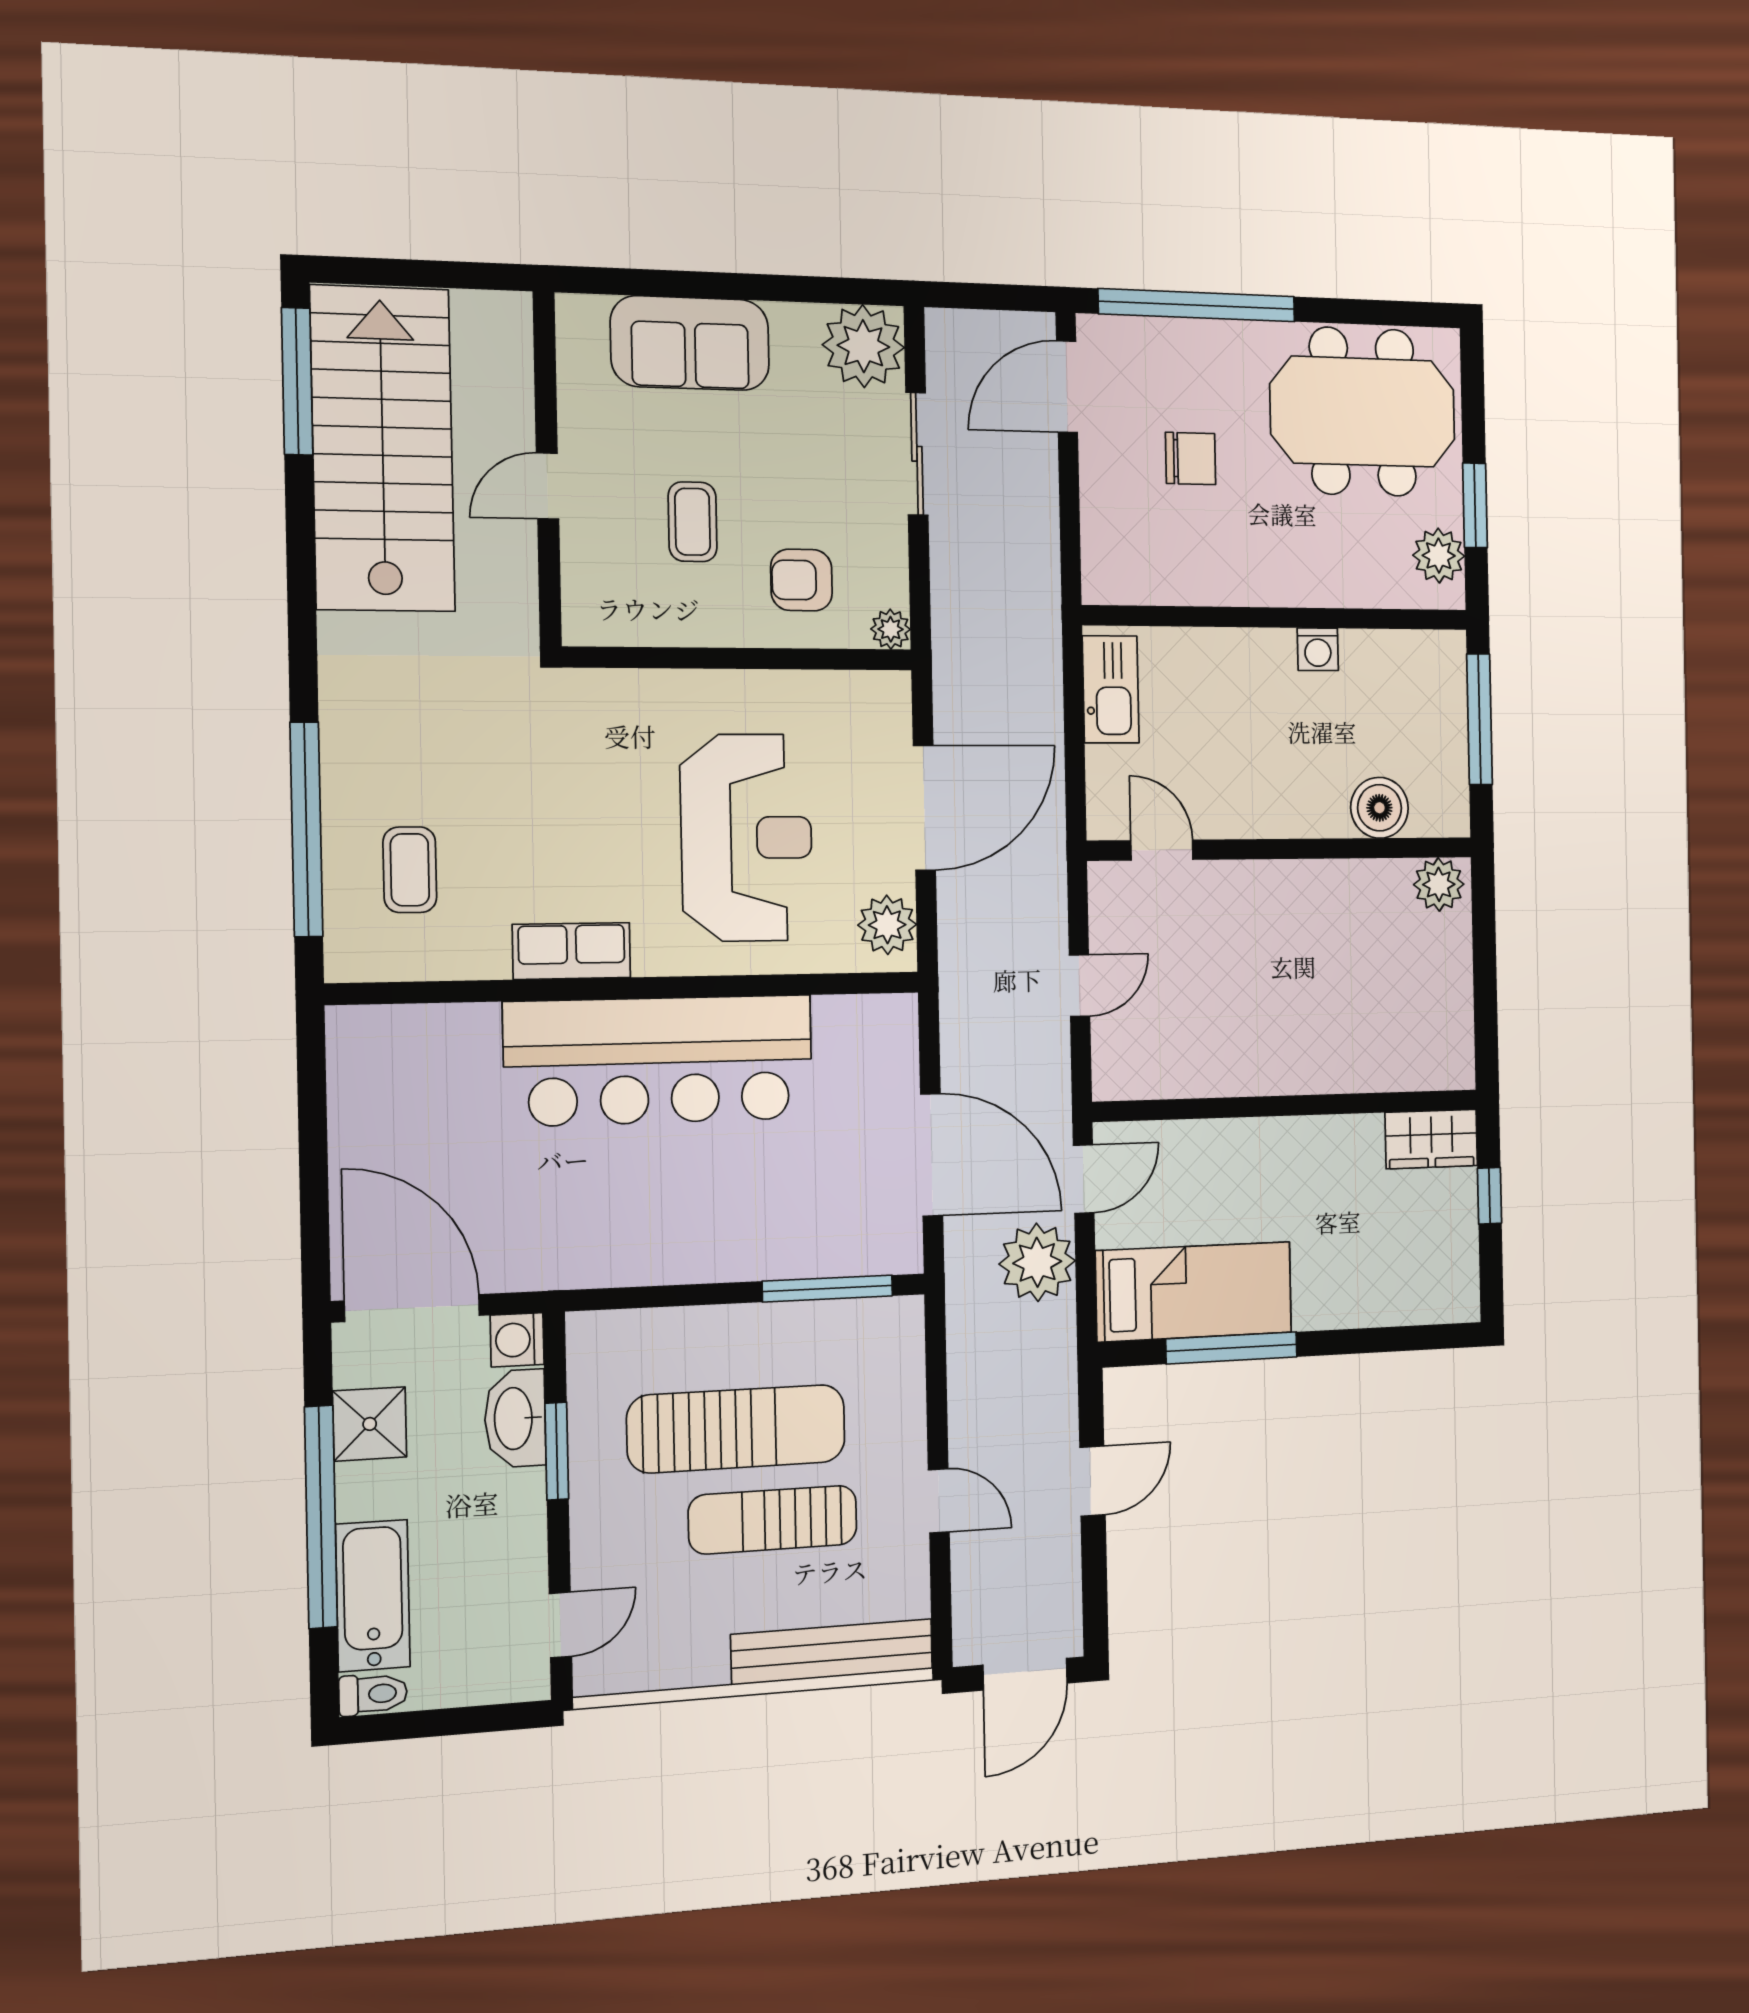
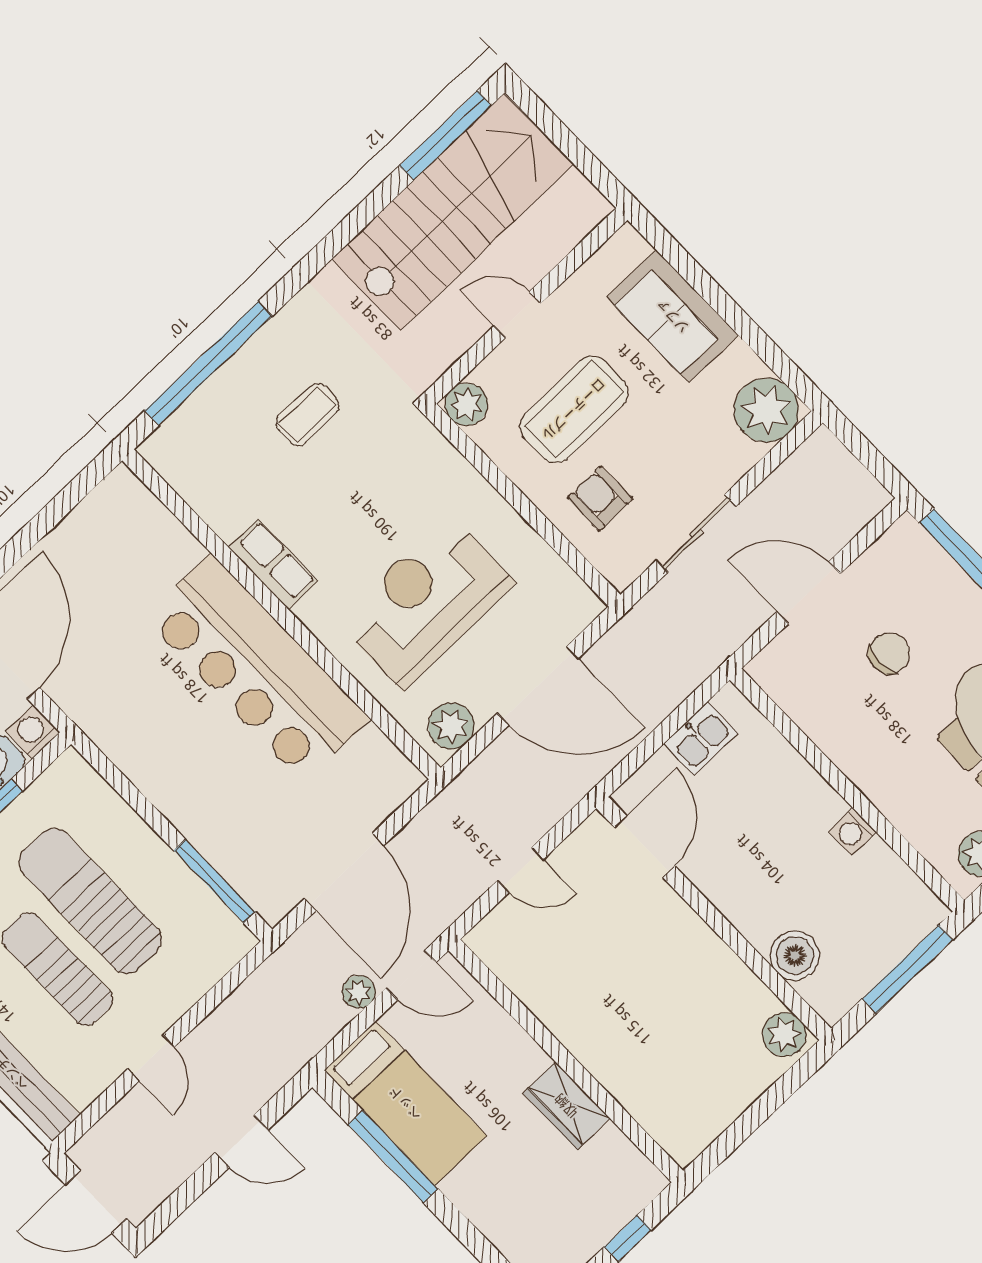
door: (1067, 387) -> (809, 593), moved
sliding door: (917, 454) -> (696, 533), moved
chair: (1191, 459) -> (889, 653), turned -90
coffee table: (693, 522) -> (574, 409), width x1.86, depth x1.72
plant: (891, 629) -> (466, 404), moved, width x1.38, depth x1.38
kitchen sink: (1111, 689) -> (701, 738), width x0.73
reception desk: (747, 838) -> (426, 602), turned 180
door: (1162, 850) -> (645, 847), width x1.38
coffee table: (410, 870) -> (307, 414), moved
wardrobe: (1431, 1139) -> (566, 1106), moved
plant: (1037, 1262) -> (359, 992), width x0.53, depth x0.53
sun lounger: (736, 1429) -> (90, 901), turned 180

